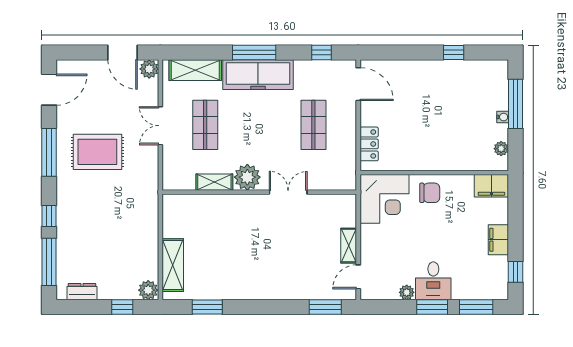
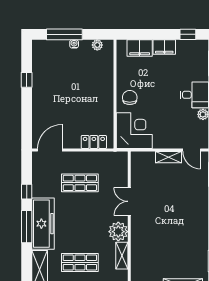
window: (321, 53) -> (27, 192), moved
filing cabinet: (491, 186) -> (140, 48), moved, turned 90

